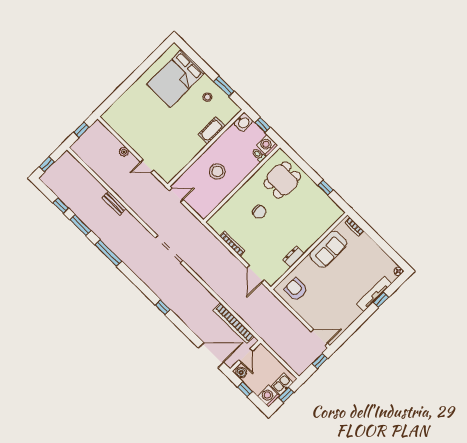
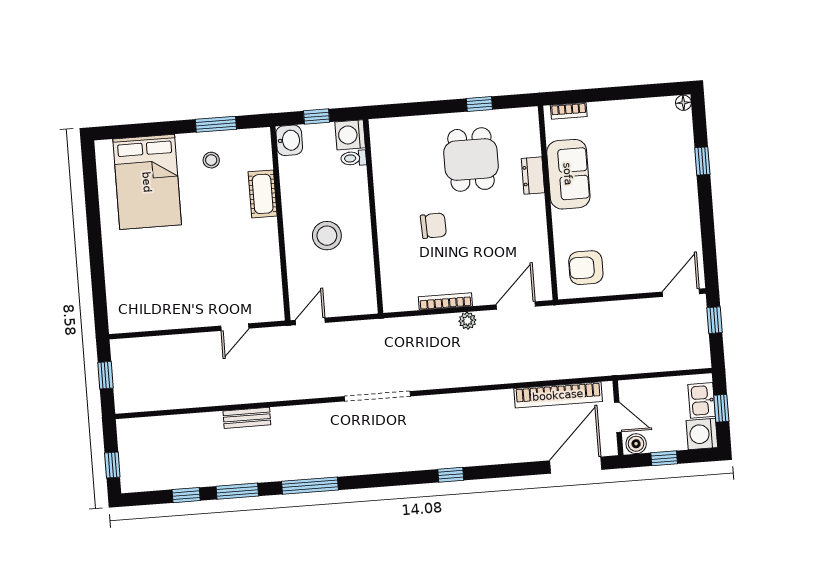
plant: (124, 152) -> (467, 321), moved
dining table: (282, 180) -> (471, 159), moved
dresser: (293, 257) -> (533, 176), moved
door: (255, 274) -> (516, 305), swing flipped
tv unit: (374, 294) -> (686, 164), removed

